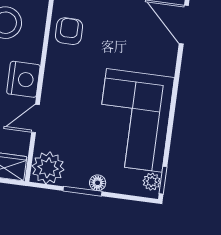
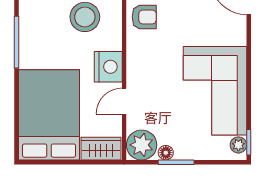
armchair: (69, 31) -> (144, 17), turned 90
floor lamp: (98, 183) -> (166, 153), moved

